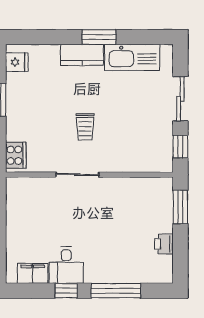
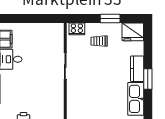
fridge: (17, 62) -> (133, 32), width x1.88, depth x1.34
trolley: (85, 127) -> (99, 41), moved

